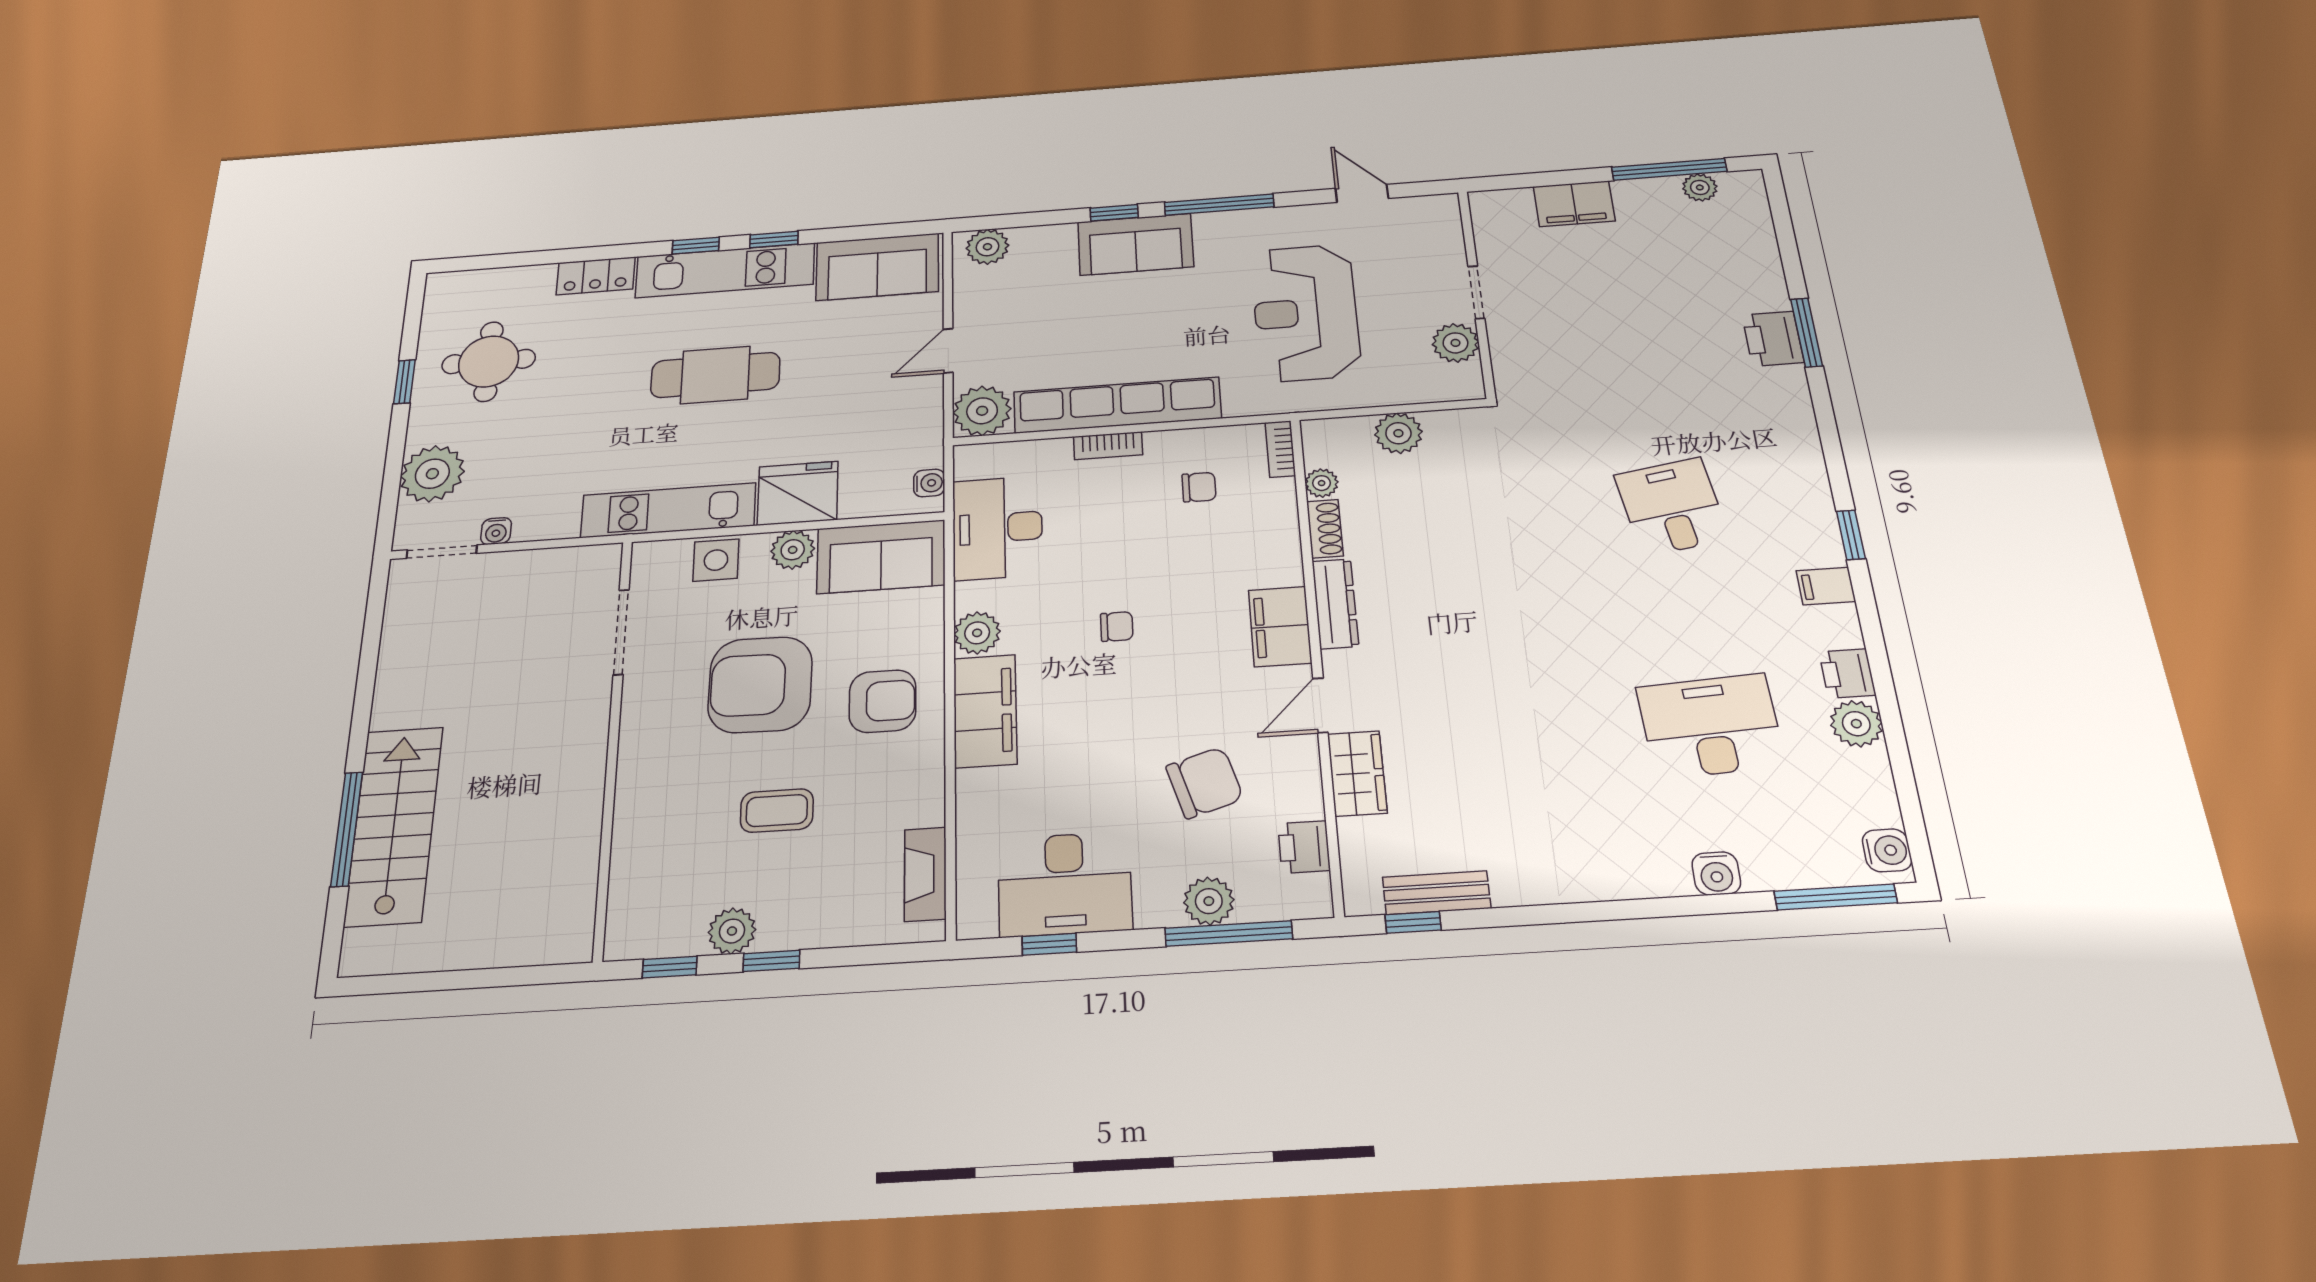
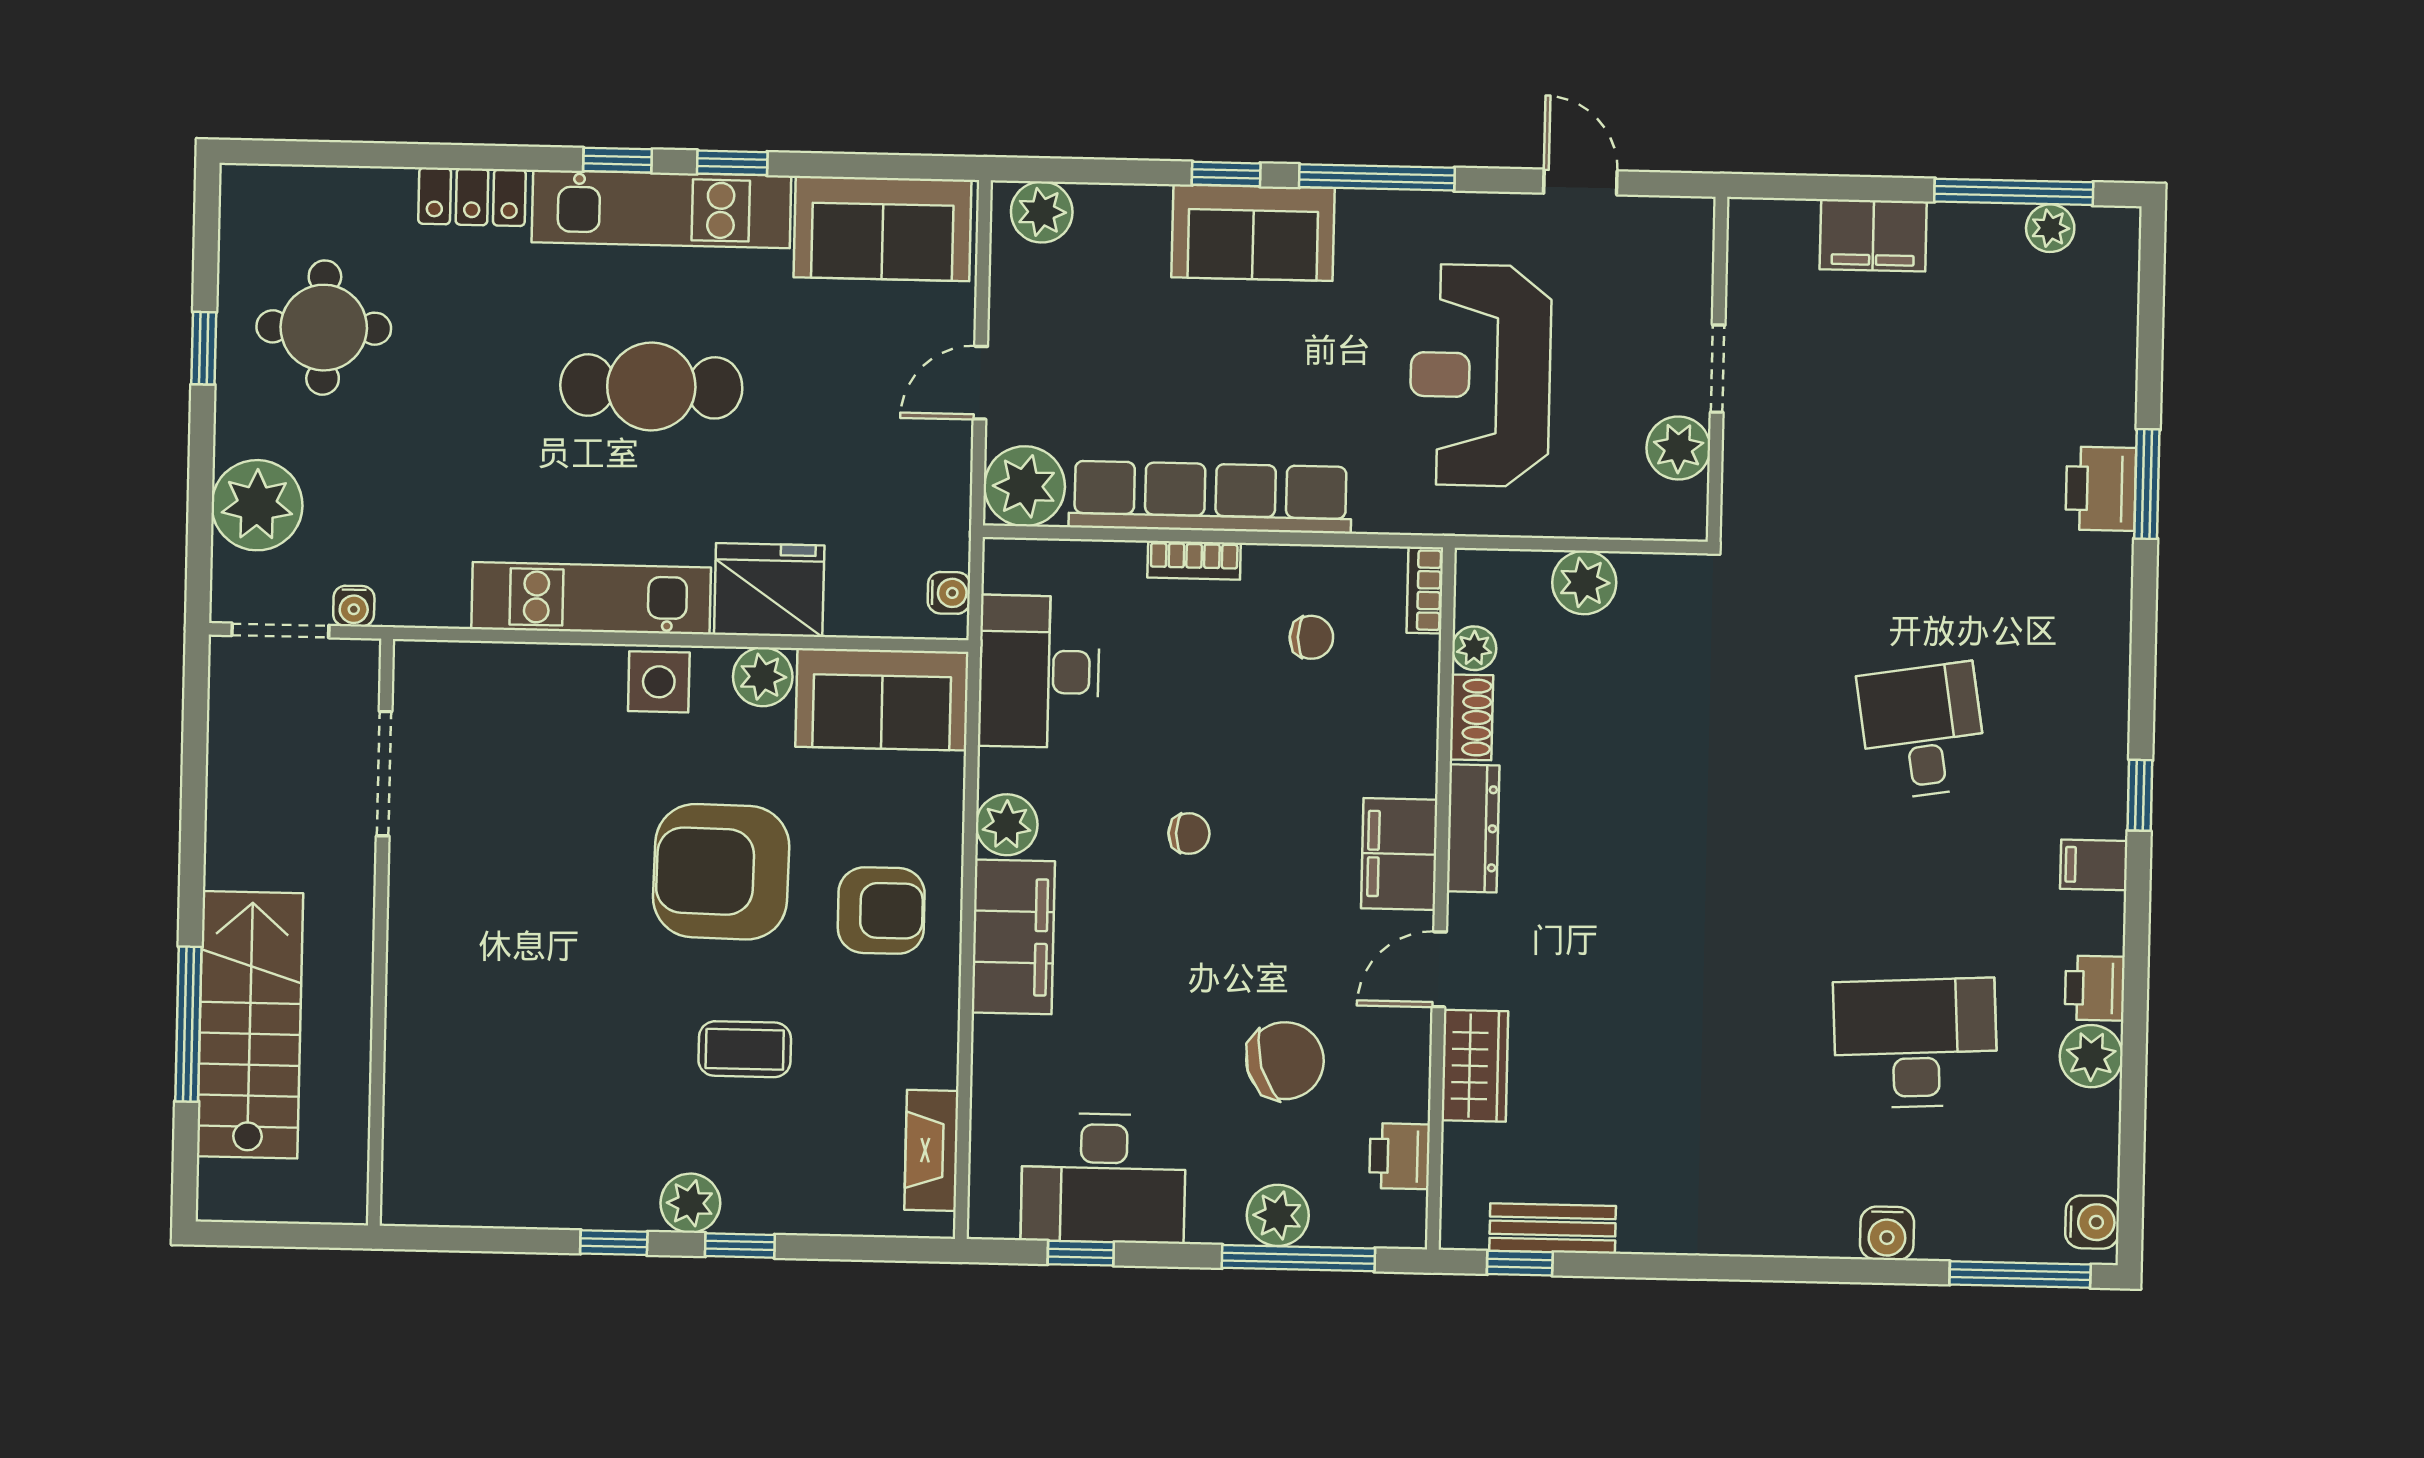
doorway: (621, 632) -> (384, 774), moved
wall: (613, 742) -> (381, 932), moved

